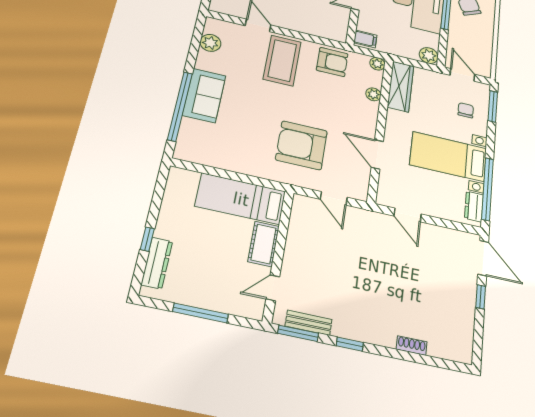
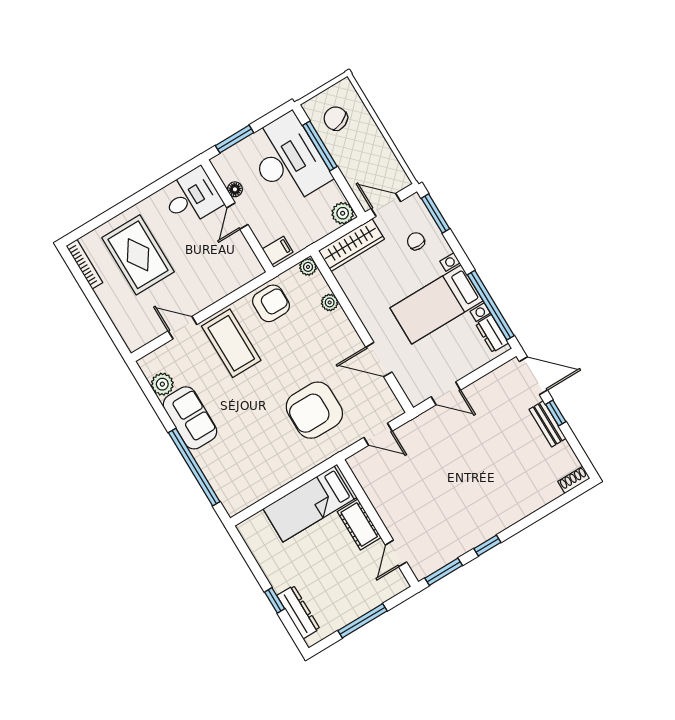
wardrobe: (401, 86) -> (351, 245), moved, turned 90
sofa: (204, 95) -> (190, 418), moved
bench: (309, 323) -> (548, 424), moved, turned 90
shoe rack: (412, 346) -> (574, 480), moved

